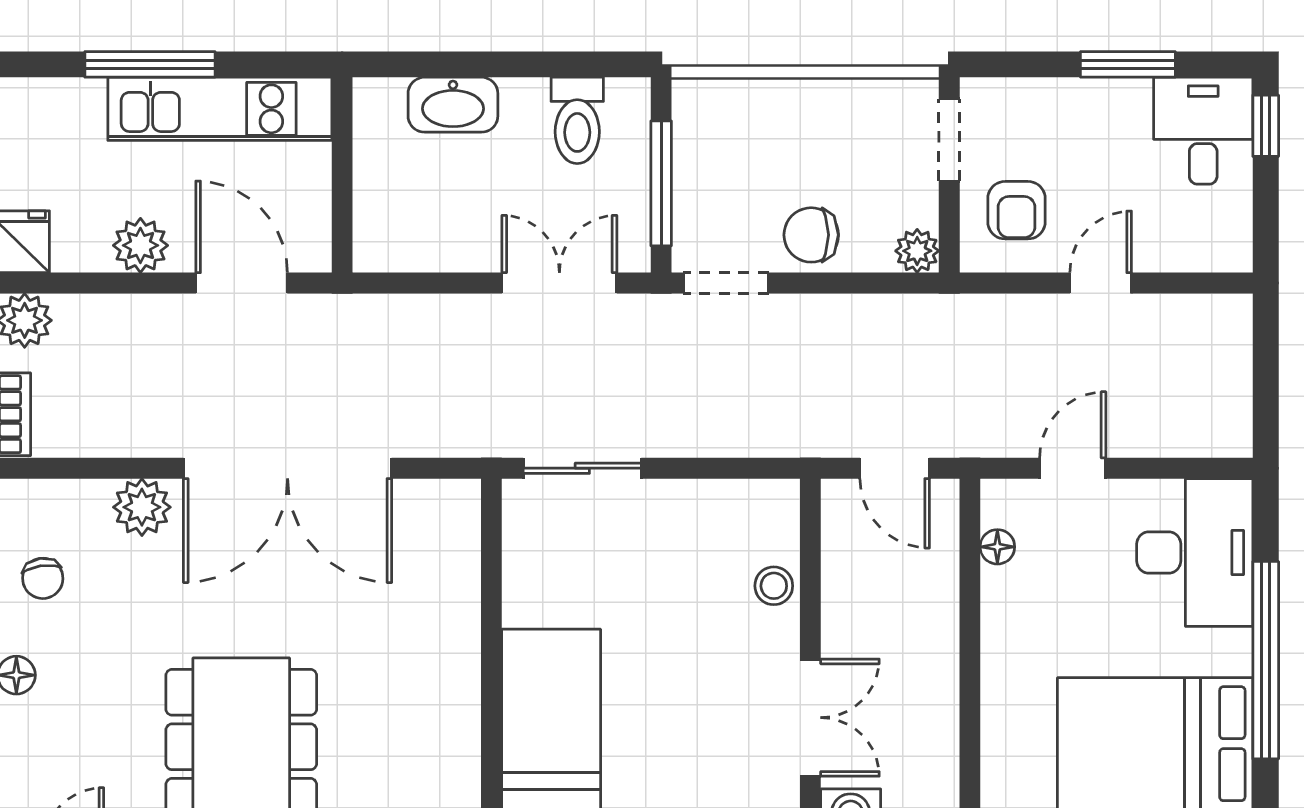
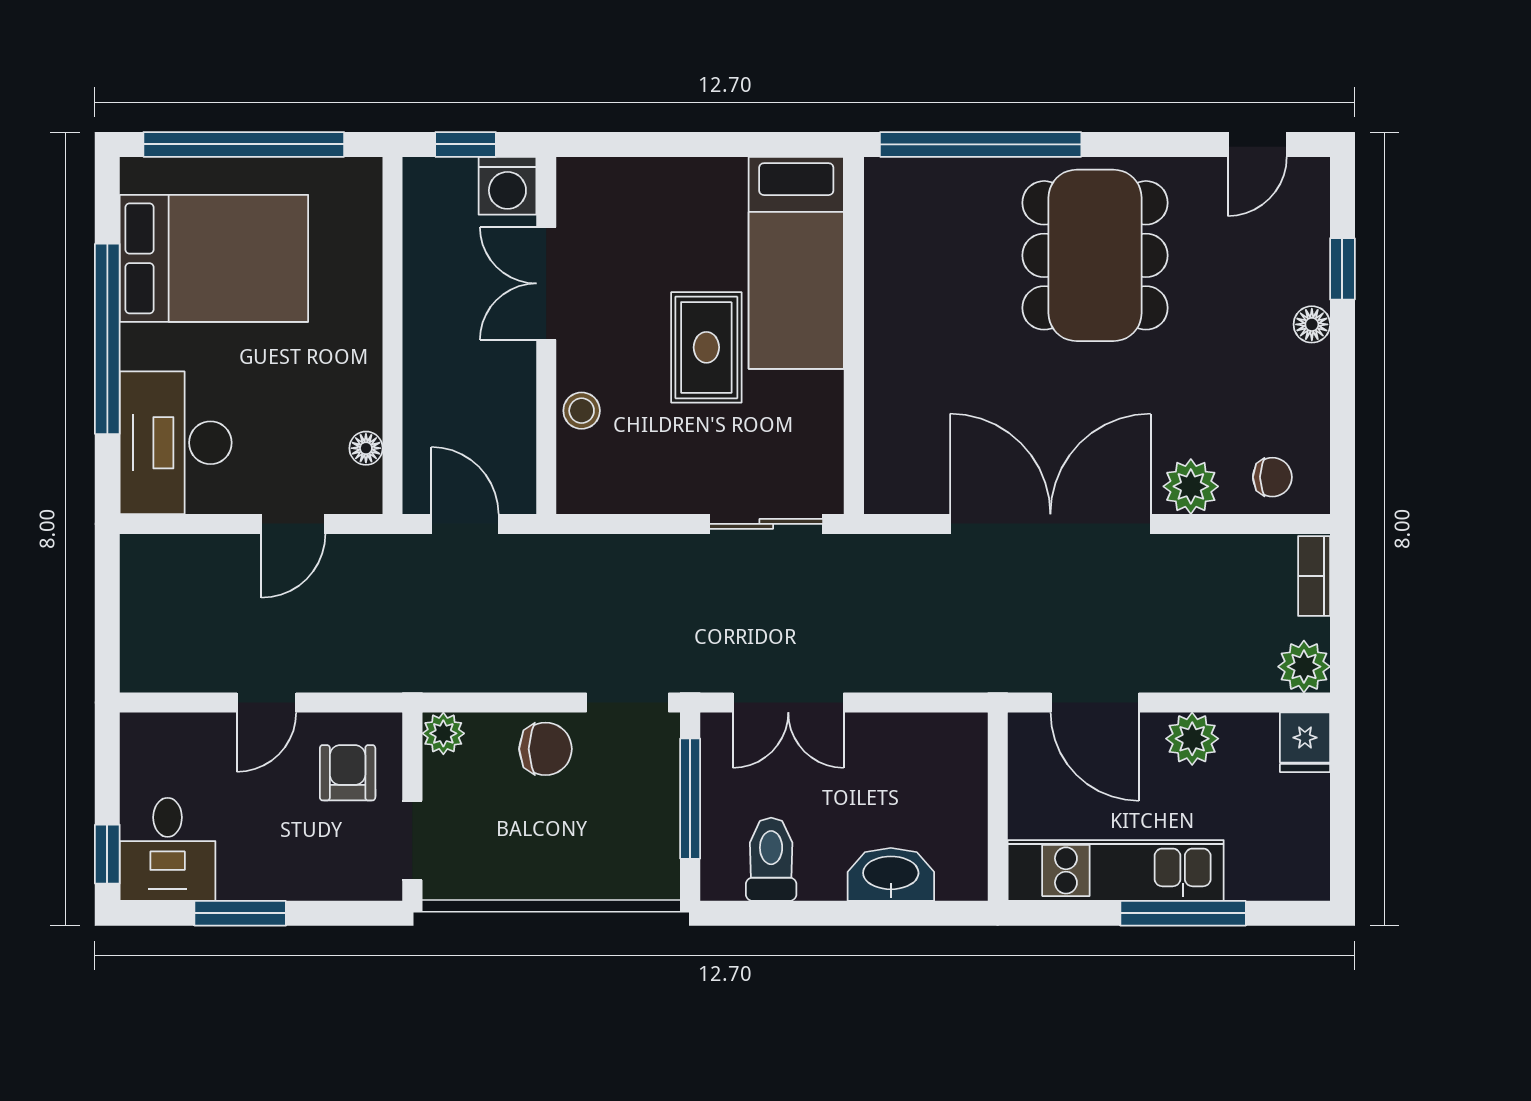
chair: (43, 578) -> (1272, 477), moved, turned 98
rug: (644, 651) -> (706, 347), added

